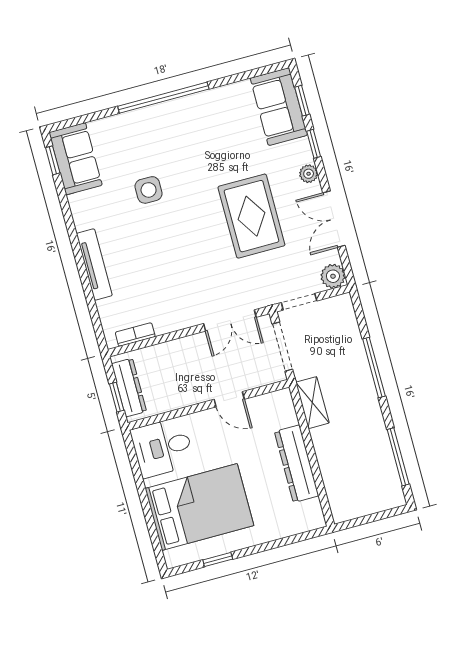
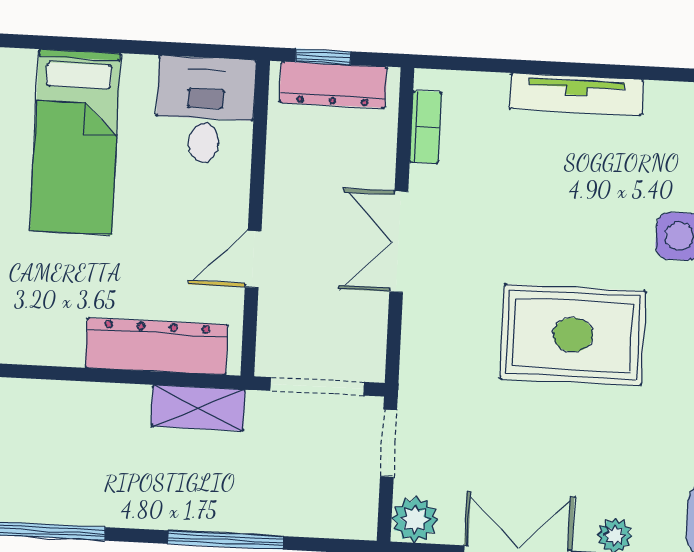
rug: (251, 216) -> (573, 335), moved
double door: (230, 320) -> (399, 242), moved
dresser: (297, 464) -> (157, 346), moved
bed: (199, 507) -> (75, 142), width x0.67

